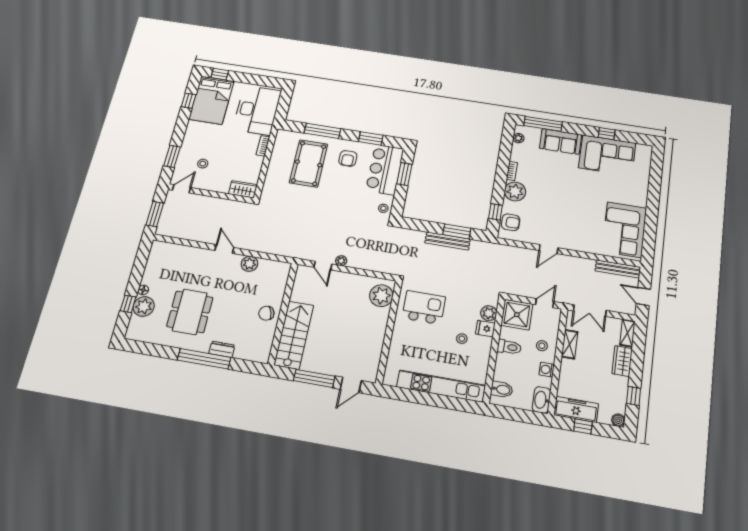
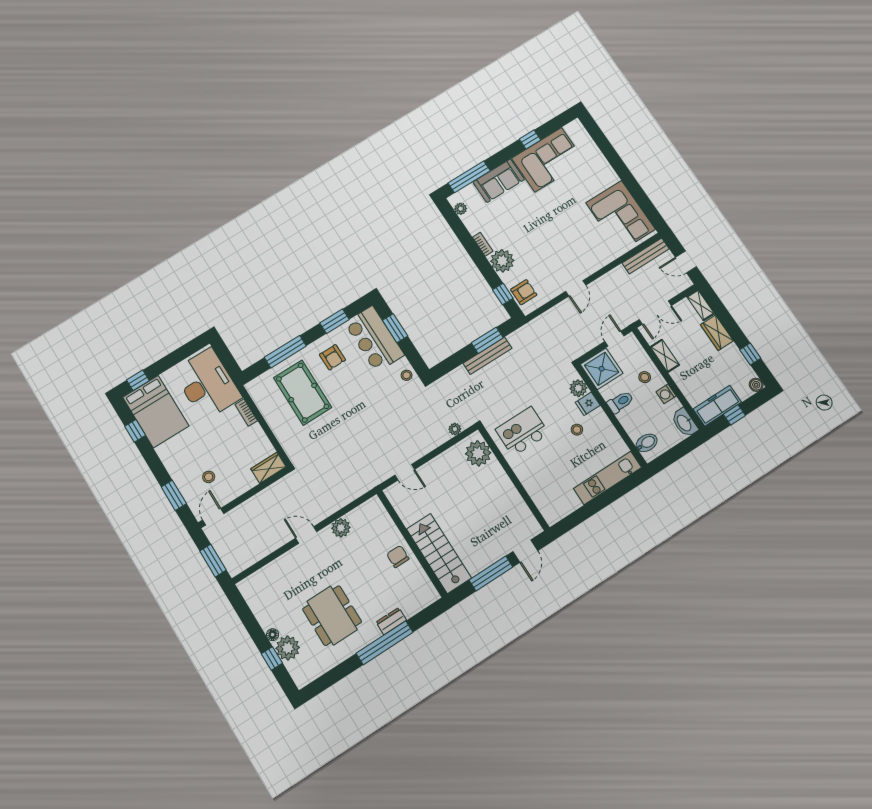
plant: (341, 261) -> (455, 429), moved
chair: (266, 313) -> (398, 556), turned 108
kitchen unit: (441, 386) -> (608, 478), width x0.73

